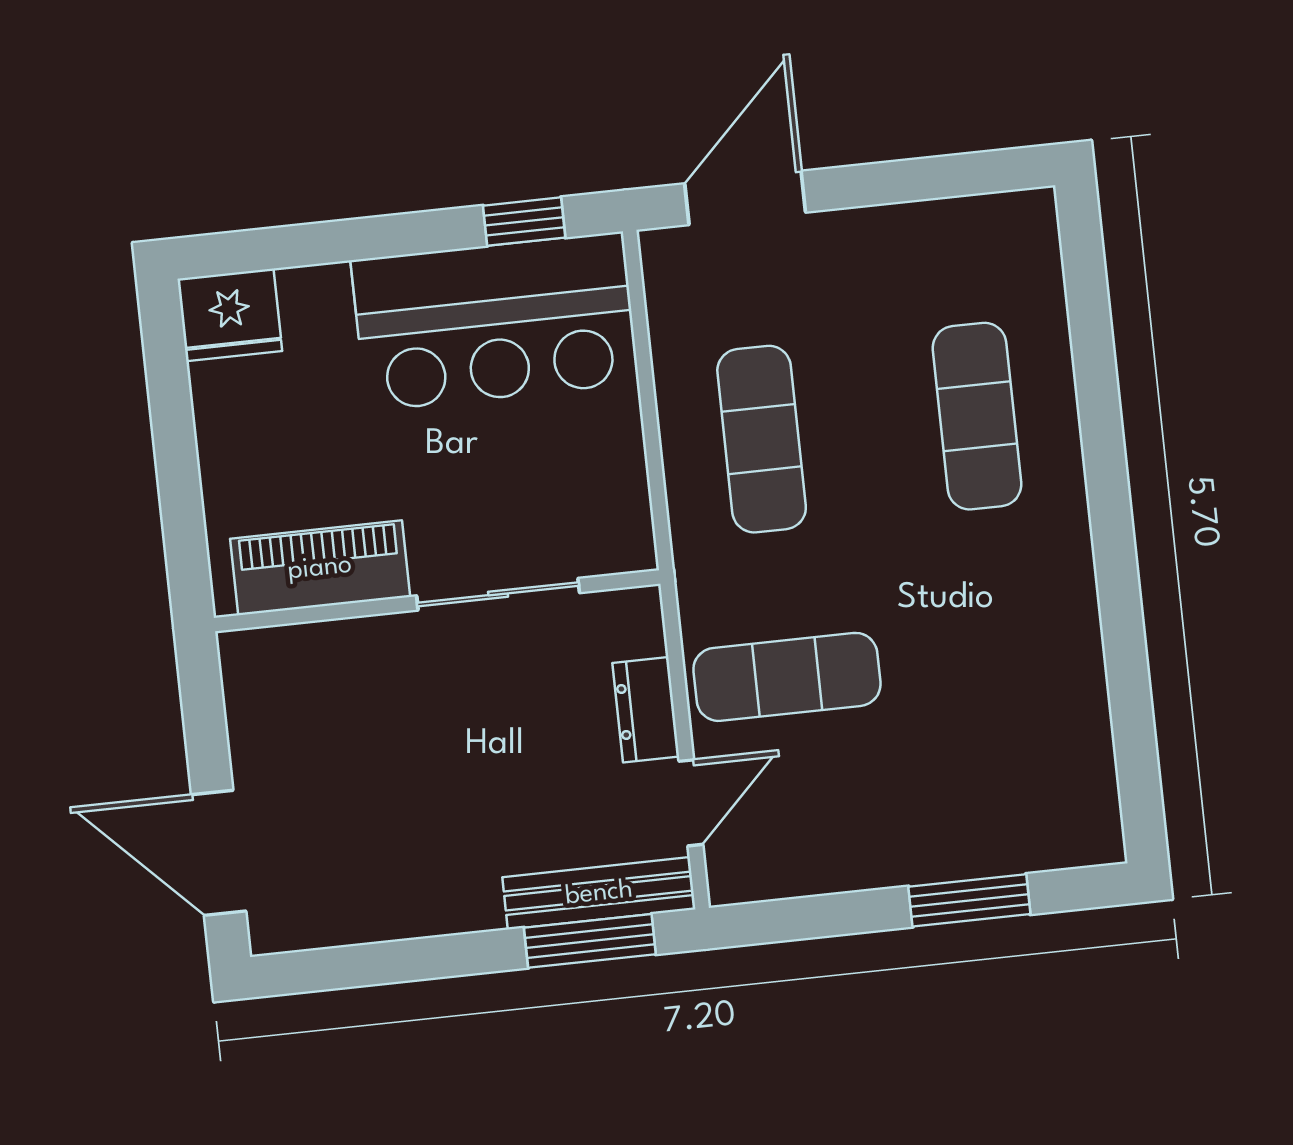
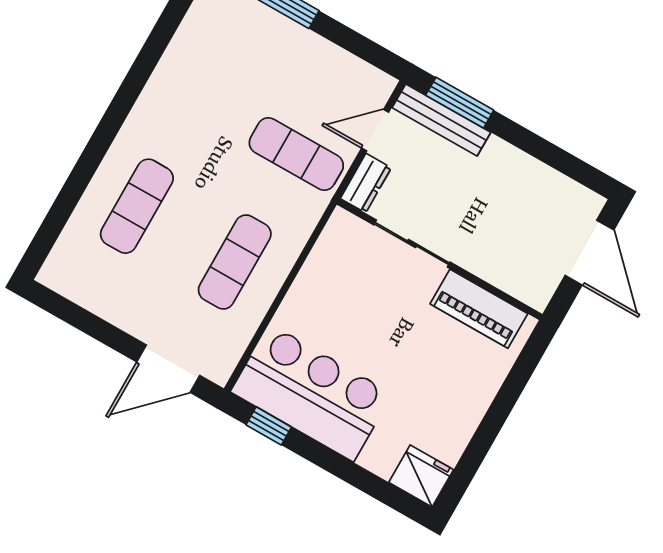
piano: (320, 568) -> (479, 309), moved
sliding door: (498, 594) -> (412, 243), moved
wall: (437, 601) -> (440, 259), moved

